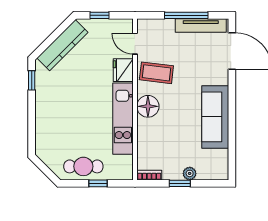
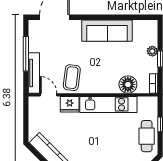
window: (100, 15) -> (26, 123), removed
tv unit: (201, 26) -> (34, 73), moved
door: (135, 44) -> (48, 95), swing flipped
floor lamp: (148, 106) -> (128, 84), moved

